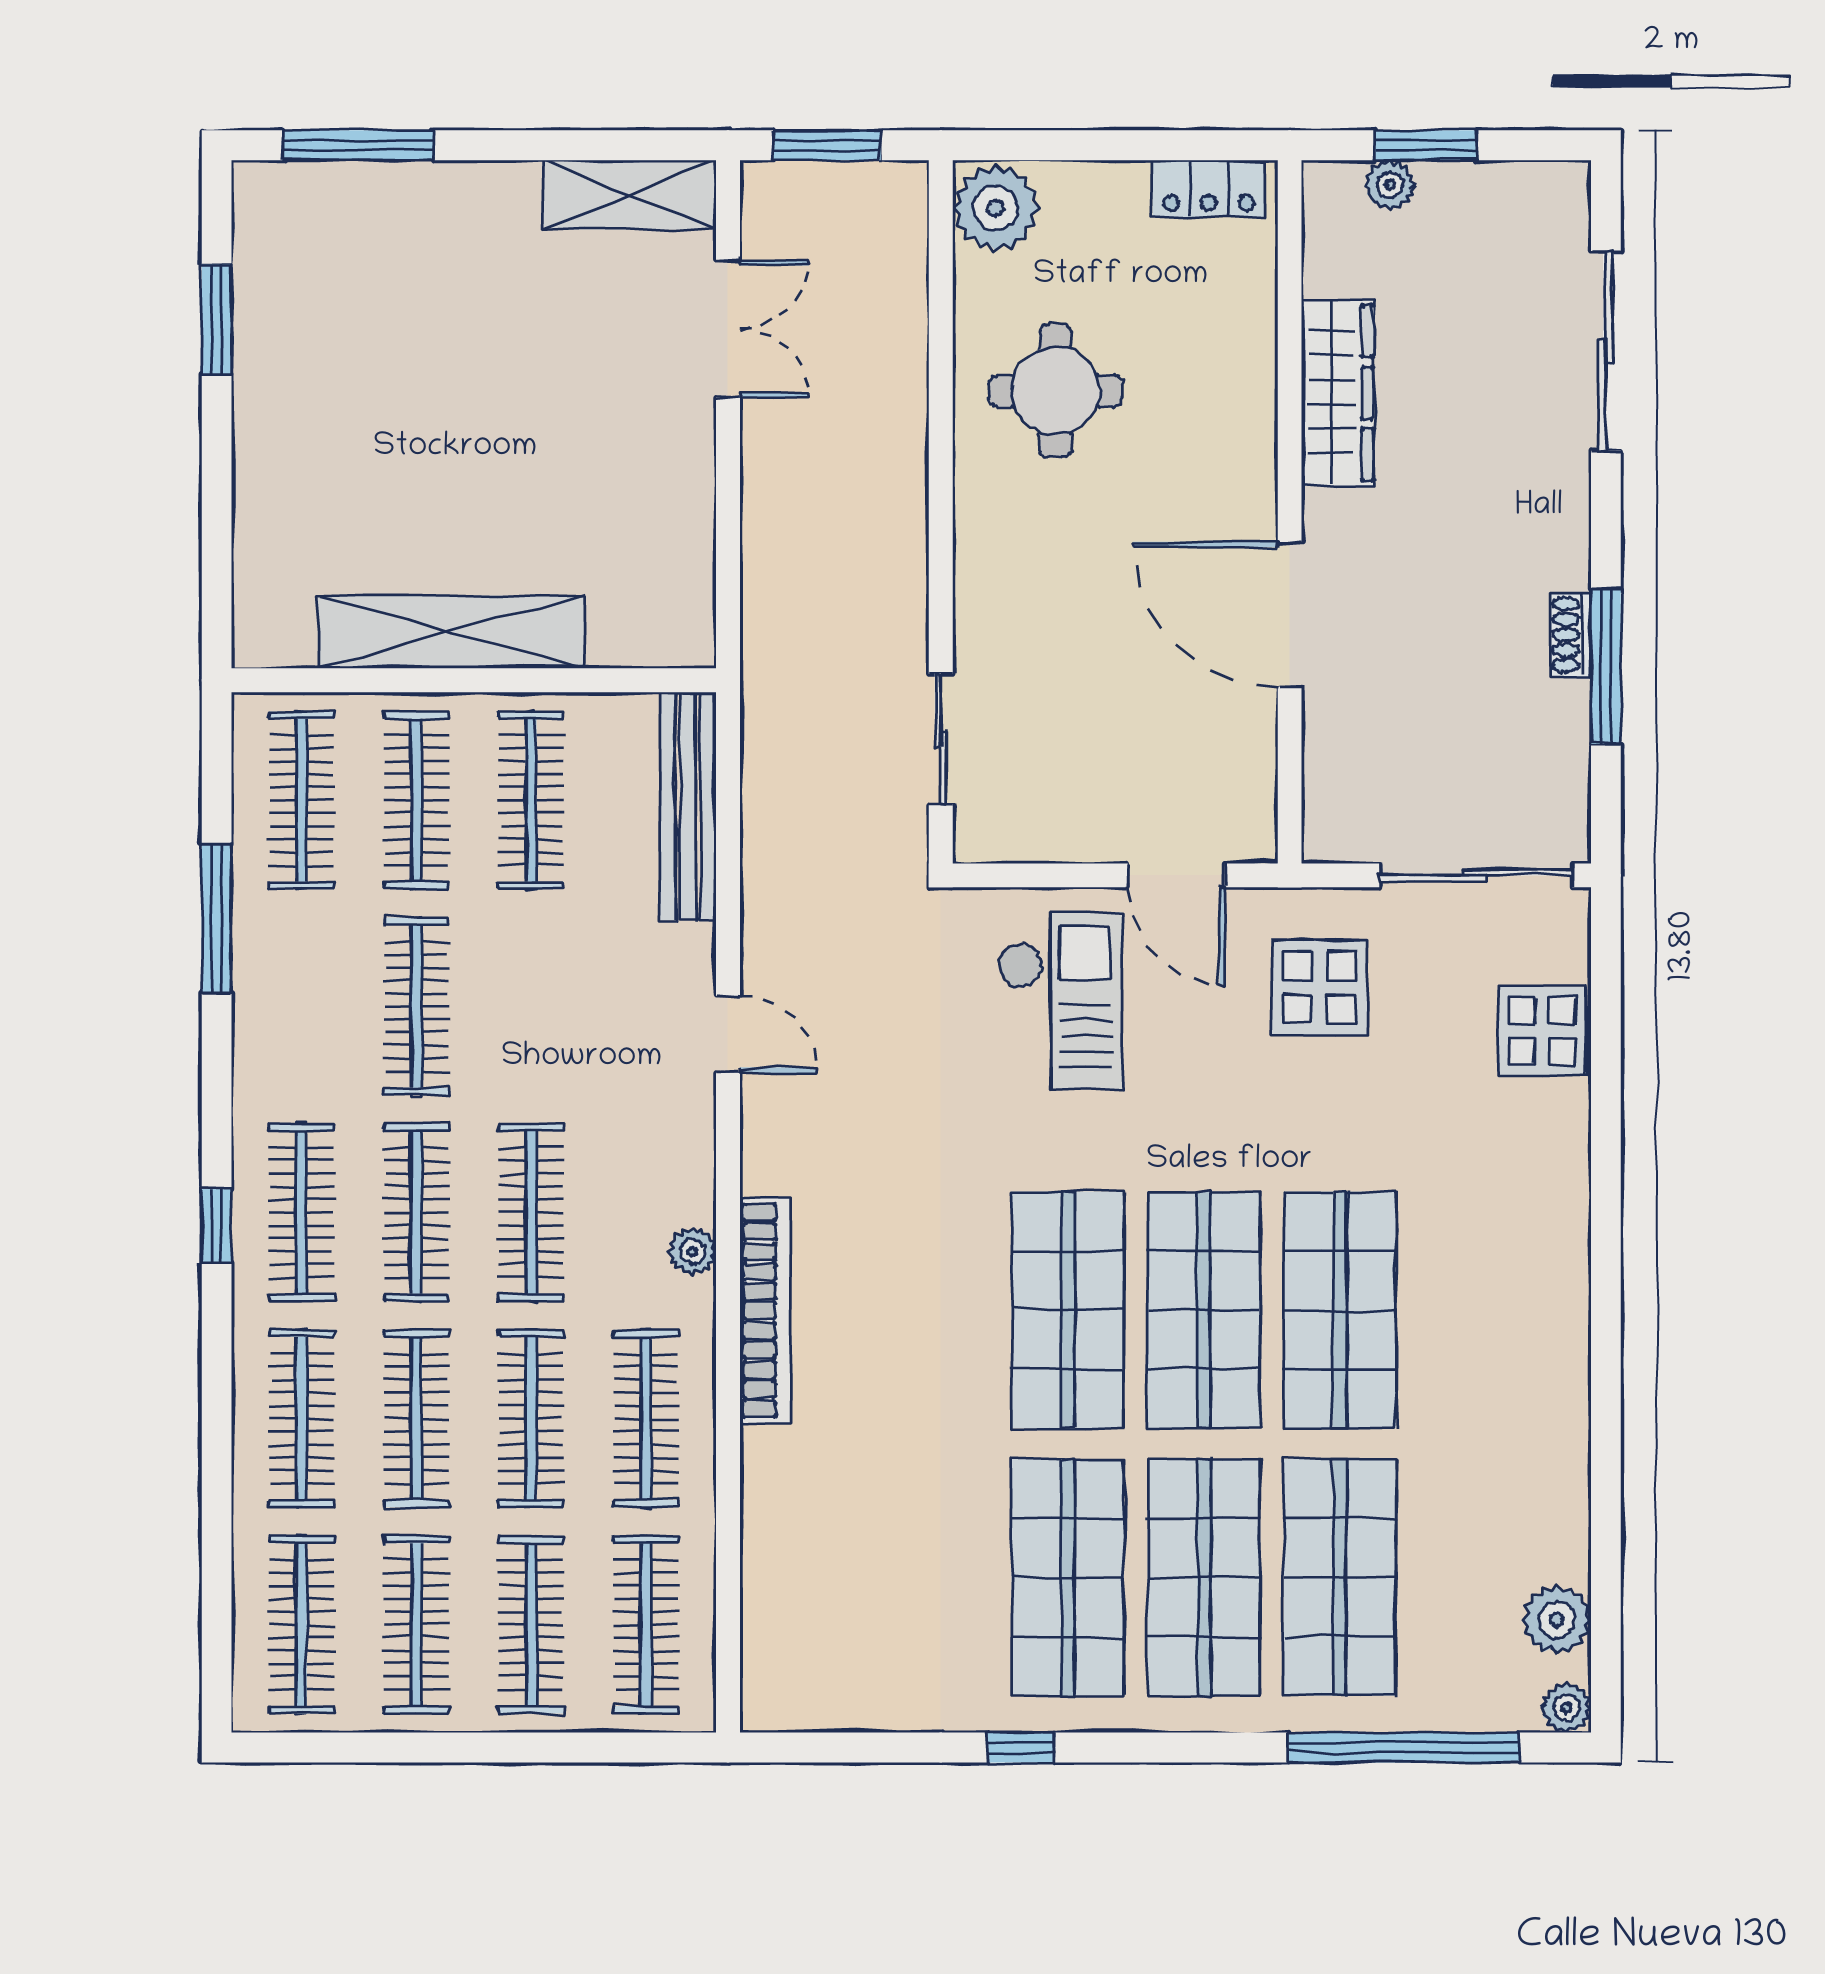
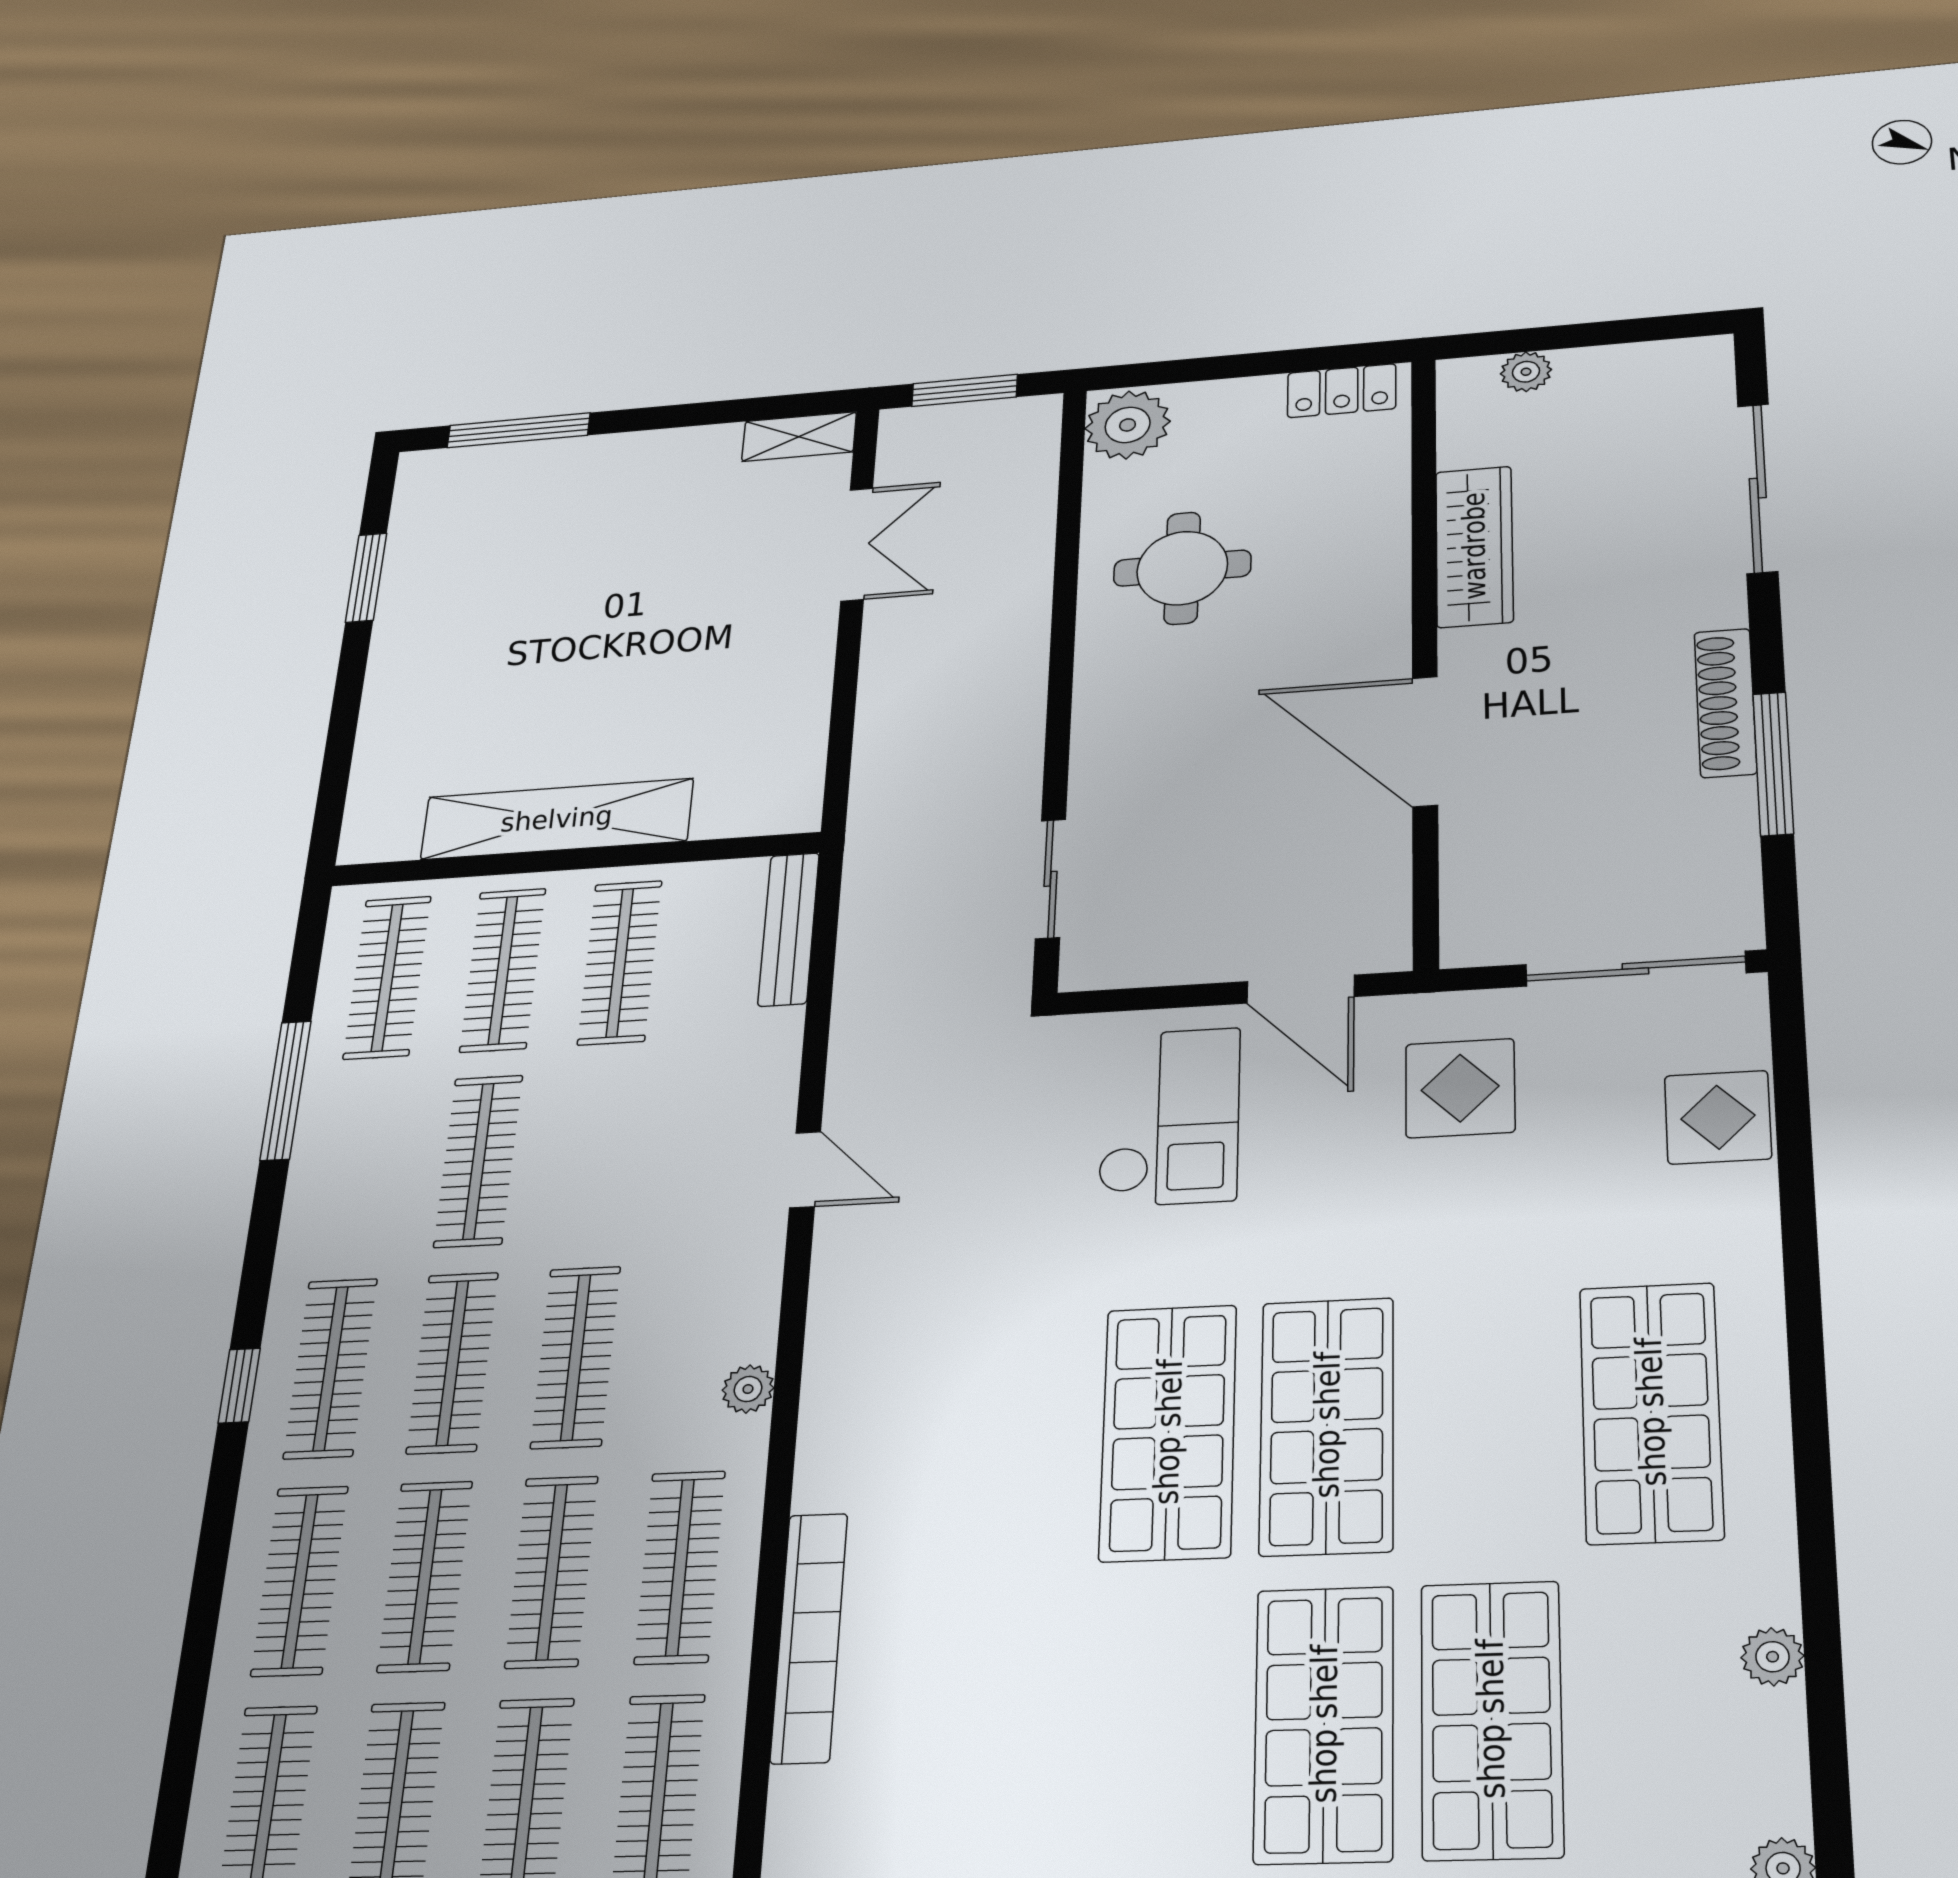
window: (1426, 145) -> (1562, 337), removed
shelving: (629, 195) -> (799, 437), width x0.67, depth x0.75
shoe rack: (1571, 635) -> (1725, 703), width x1.94, depth x1.24
bench: (688, 806) -> (789, 929), width x0.73, depth x0.82
shop shelf: (1340, 1310) -> (1651, 1412), moved
bookcase: (765, 1311) -> (809, 1637), moved
shop shelf: (1068, 1577) -> (1159, 1728), removed
plant: (1557, 1620) -> (1773, 1657), moved, width x0.73, depth x0.73

